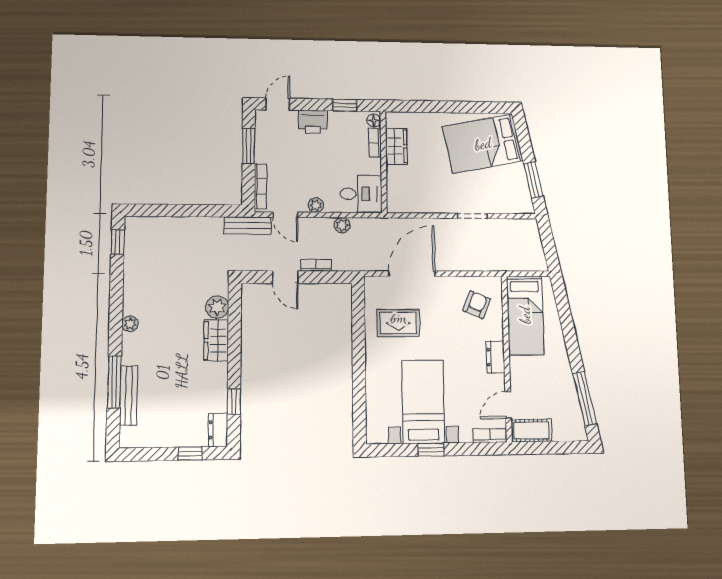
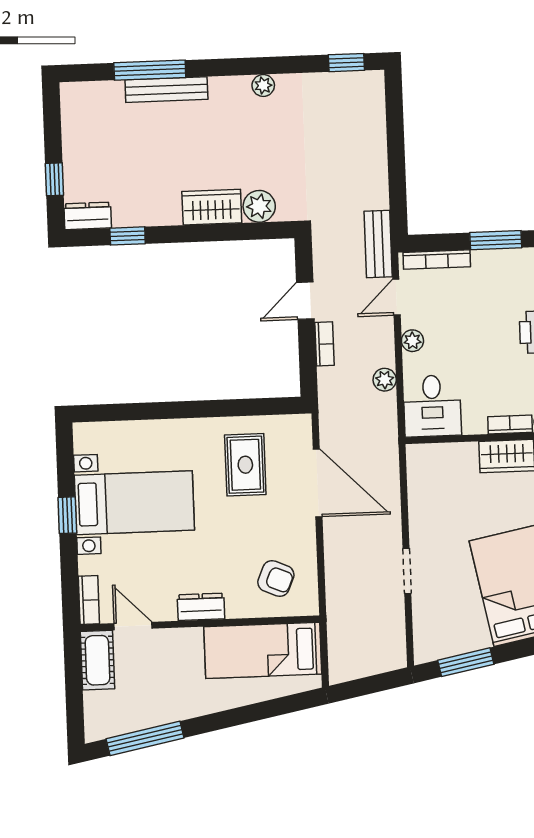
plant: (130, 324) -> (263, 85), moved
bench: (129, 395) -> (166, 90), moved

